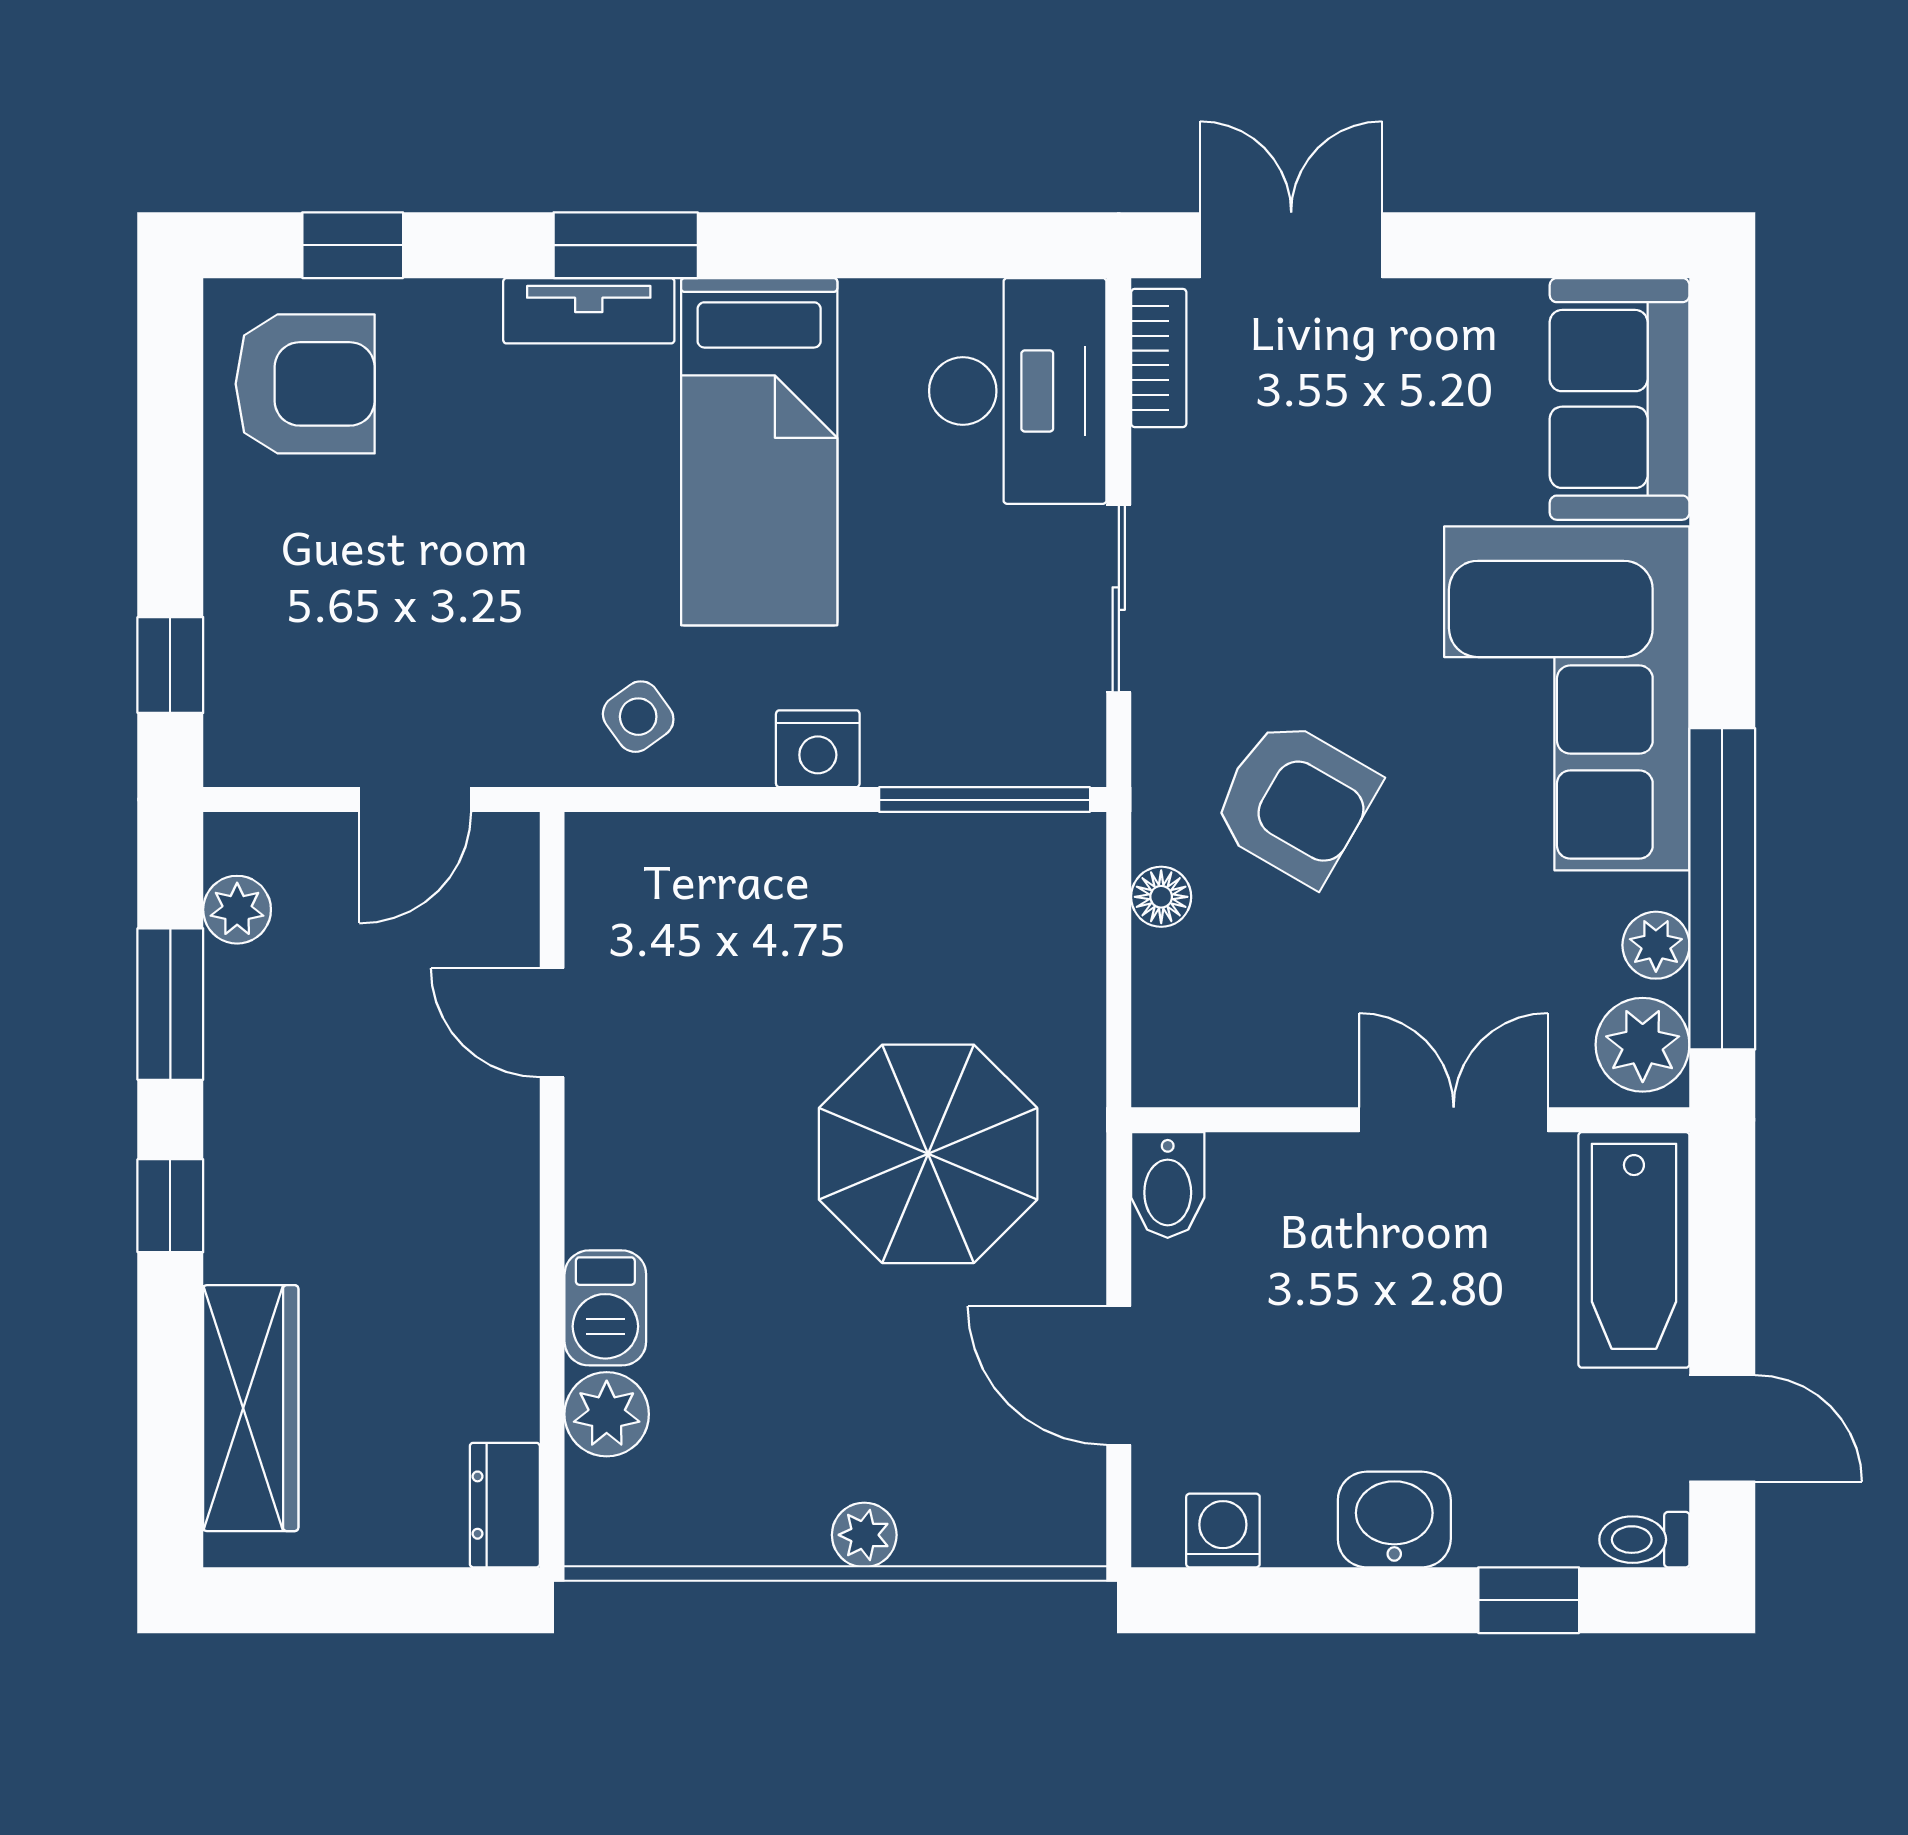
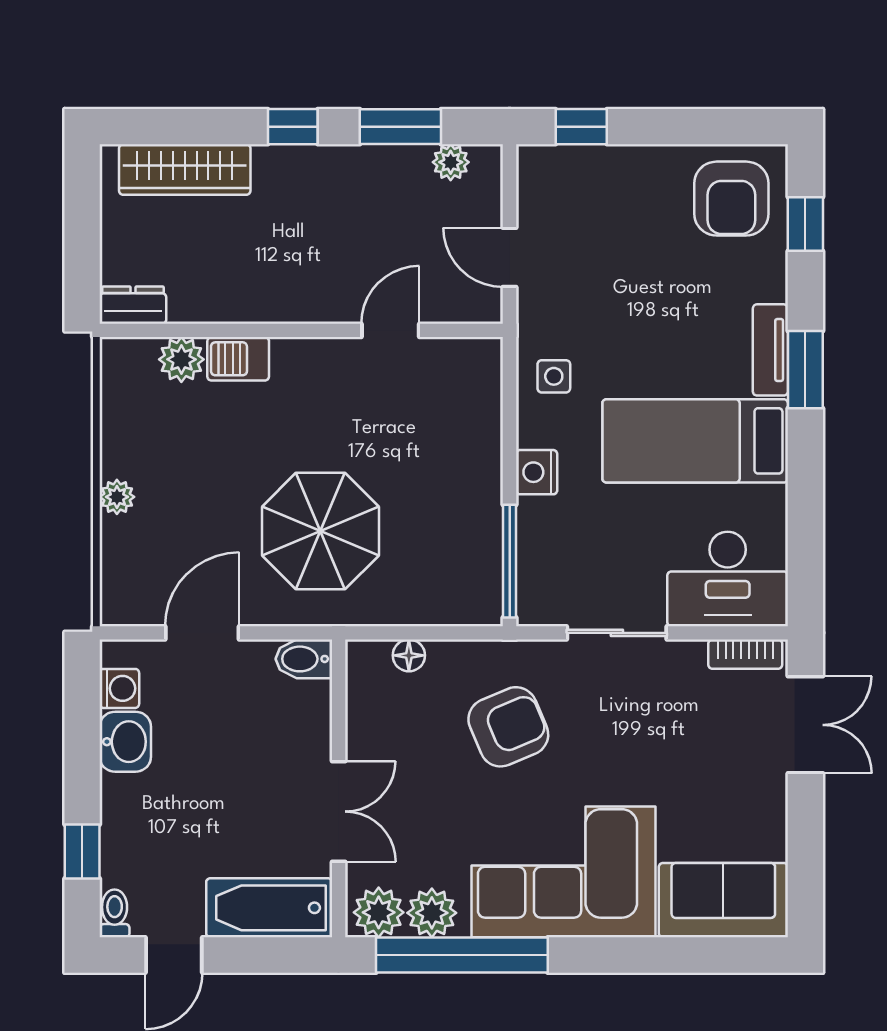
side table: (638, 717) -> (554, 376), turned 36
armchair: (1295, 802) -> (508, 727), turned -143
floor lamp: (1161, 897) -> (409, 655), moved
plant: (1656, 945) -> (432, 913), width x1.38, depth x1.38
washbasin: (1394, 1520) -> (125, 742), moved

